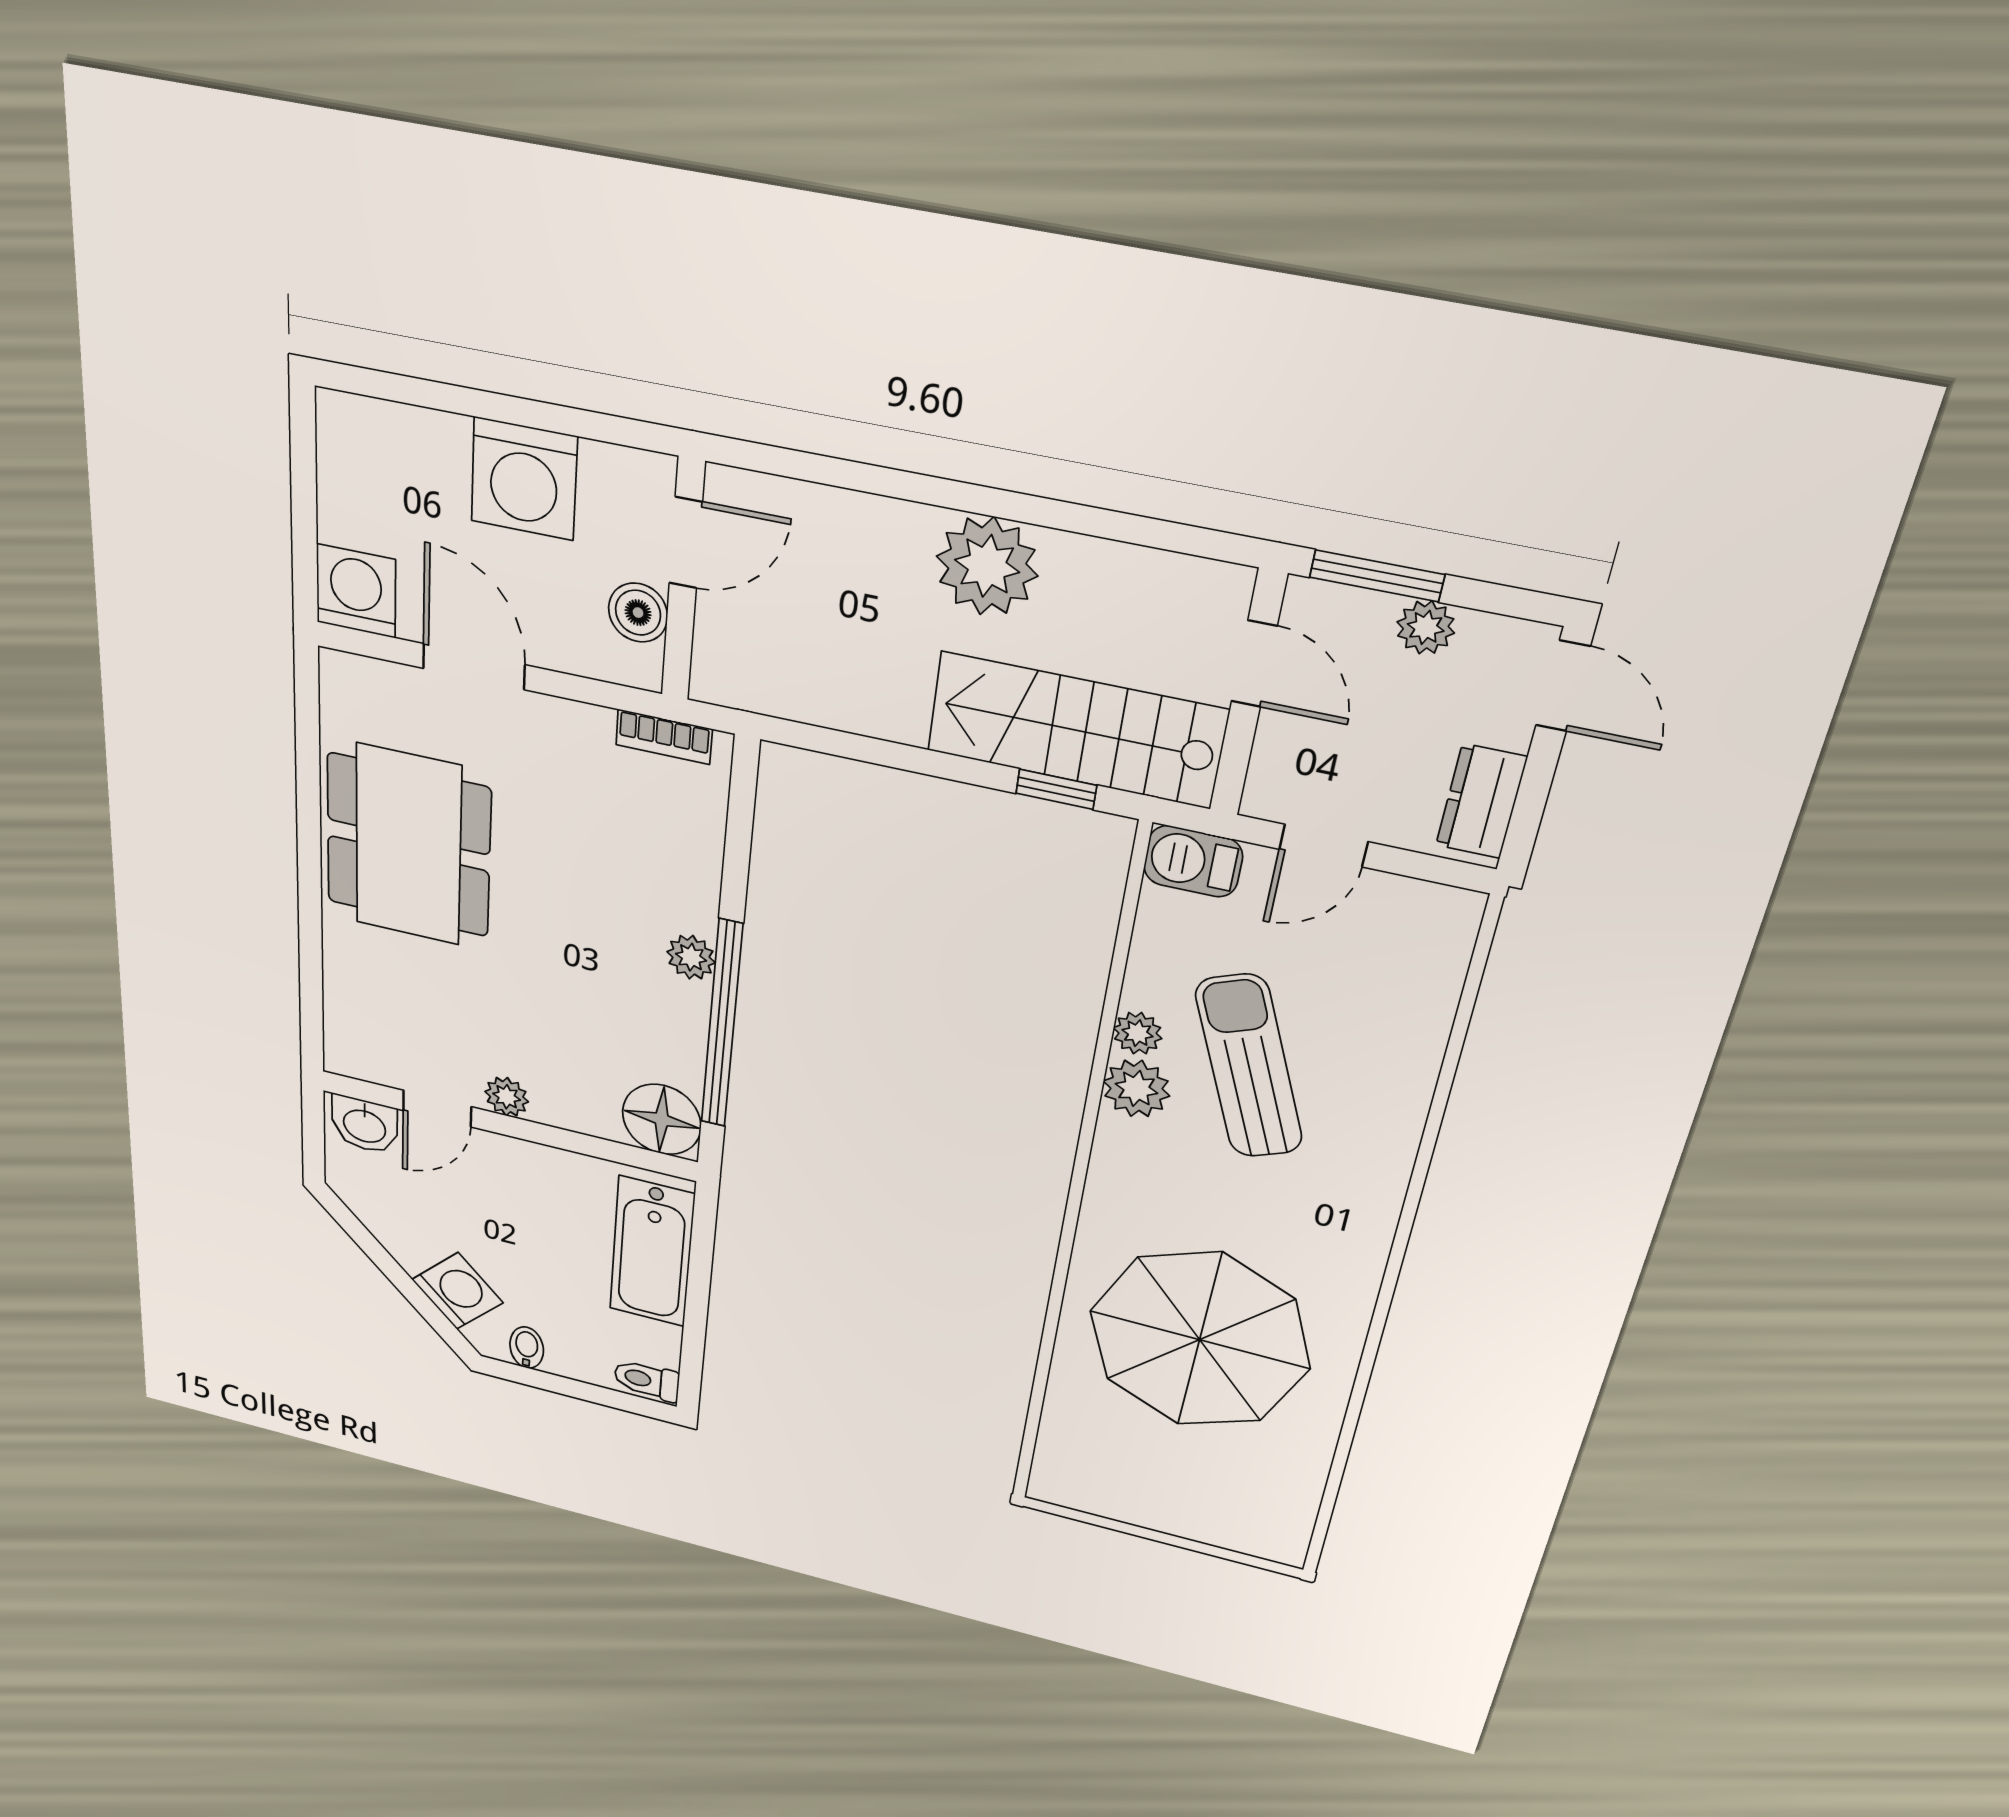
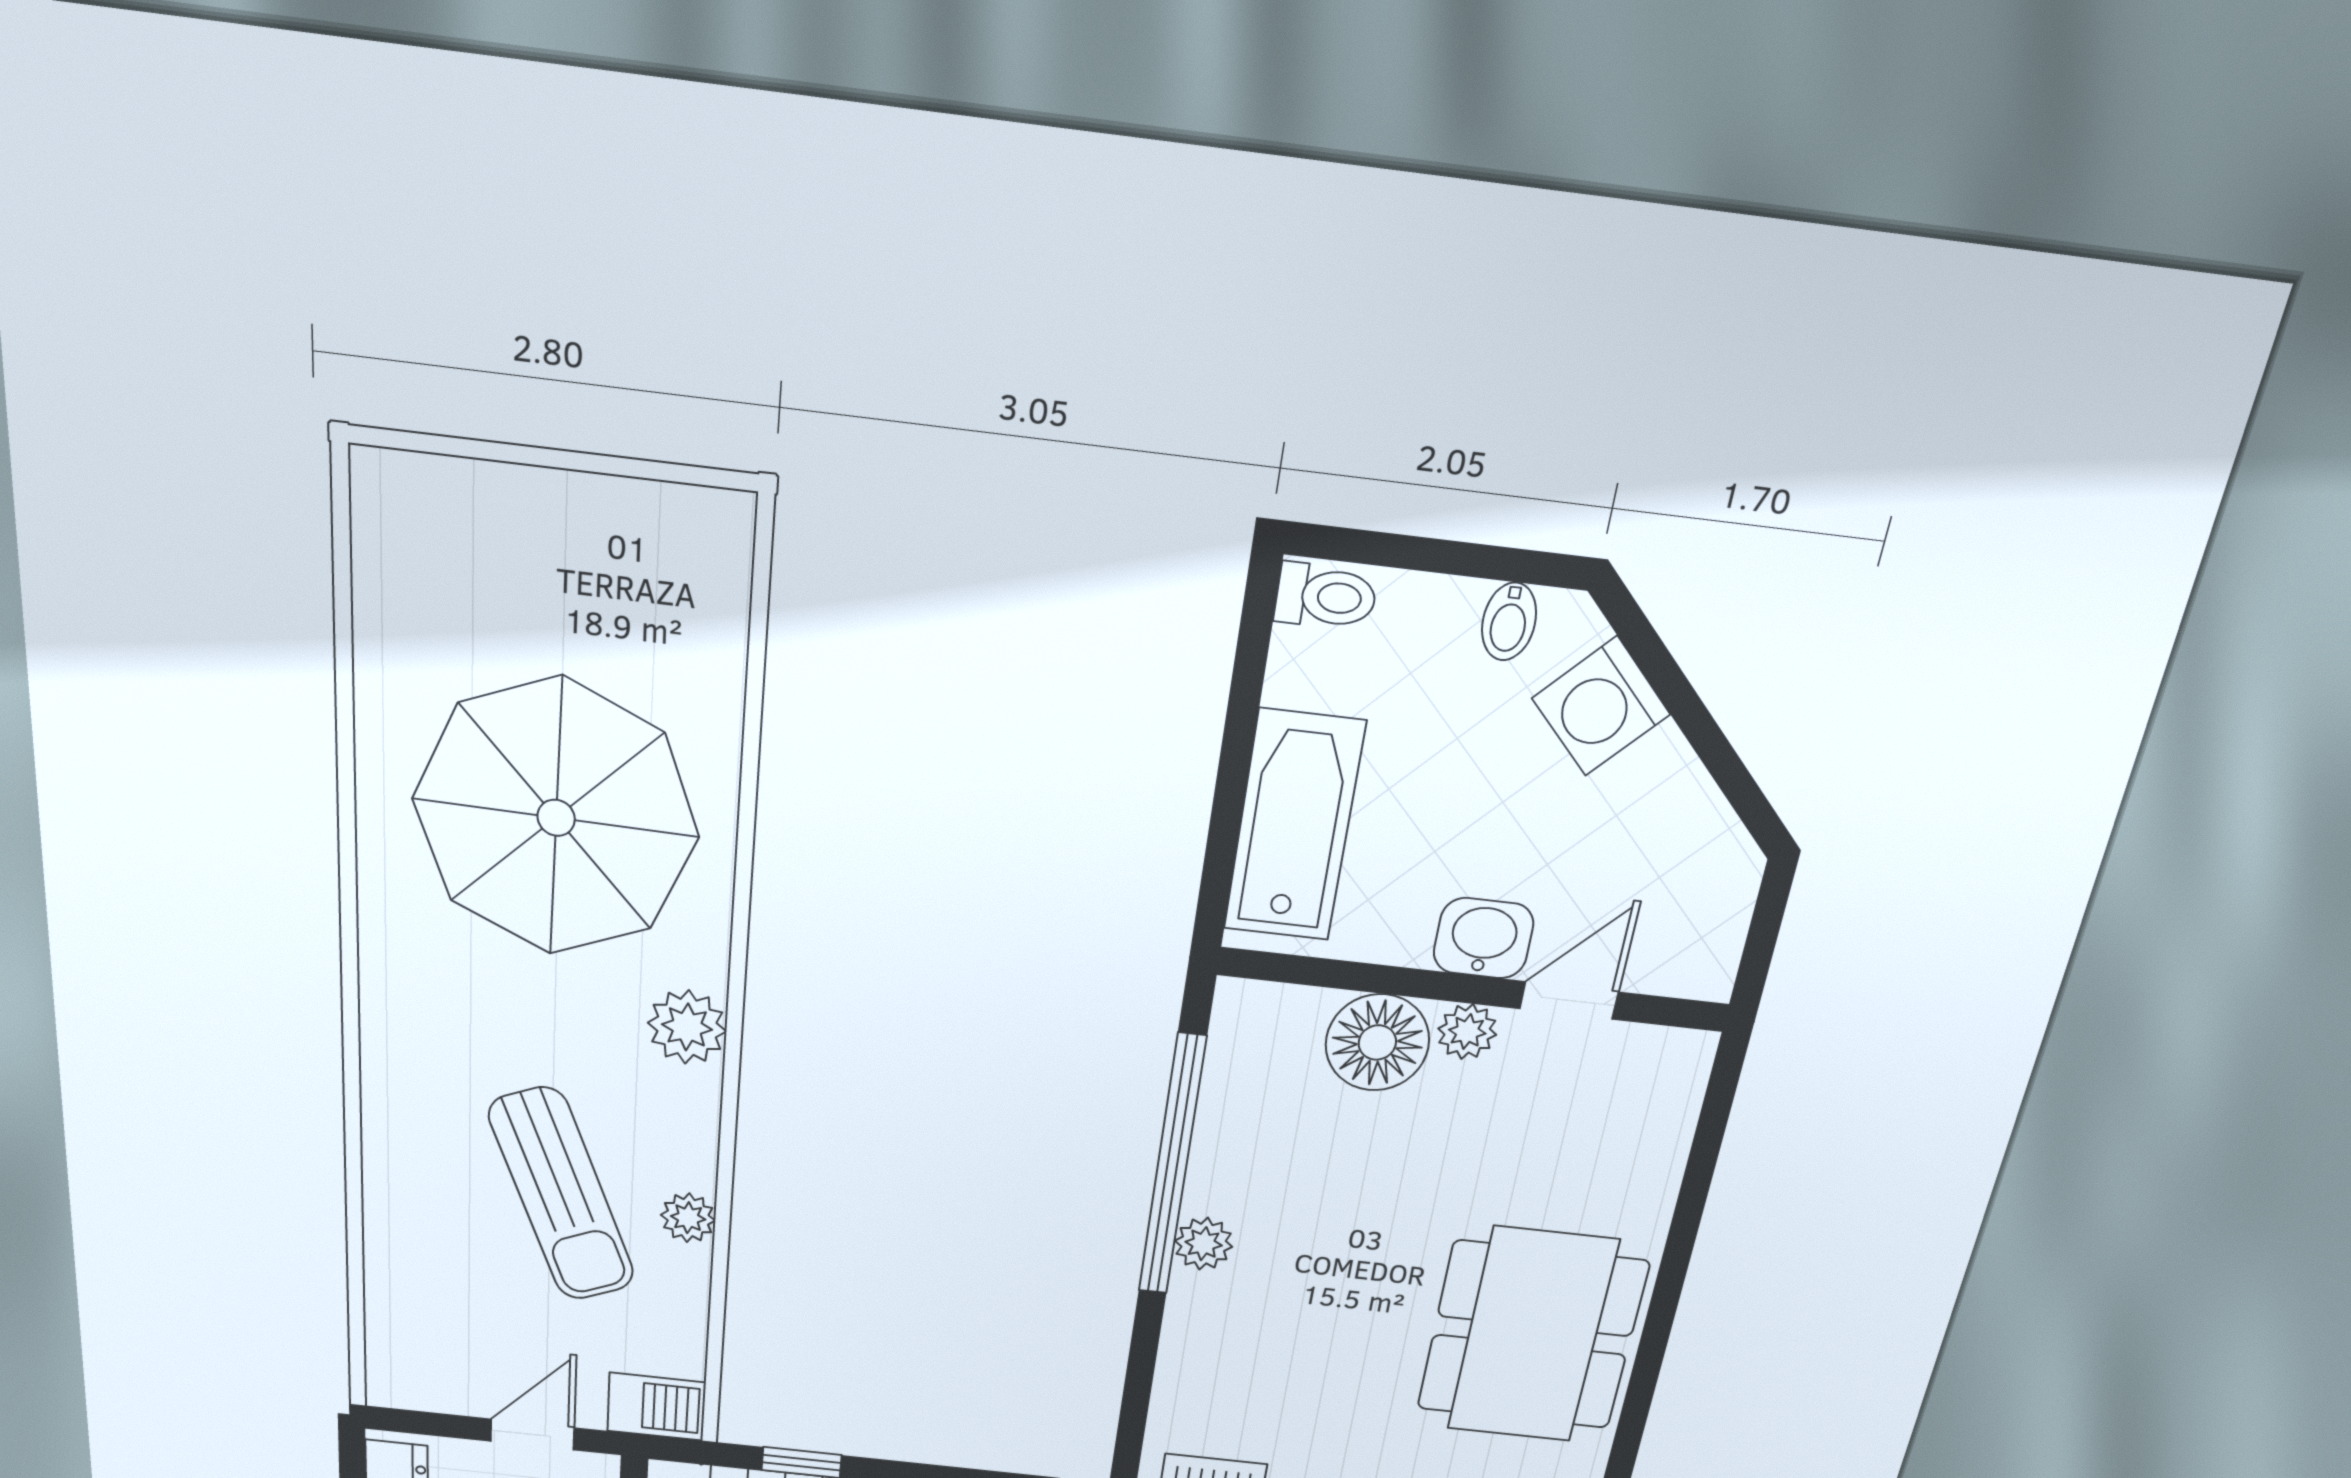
plant: (1136, 1088) -> (687, 1027), moved
floor lamp: (662, 1119) -> (1377, 1043), moved
washbasin: (365, 1125) -> (1483, 938), moved

